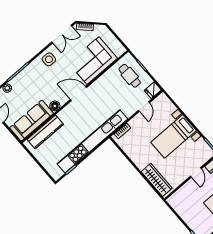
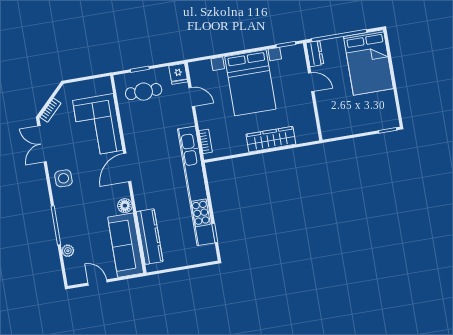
double door: (62, 34) -> (42, 144), swing flipped
bed with nightstands: (174, 136) -> (250, 83), width x1.36
wardrobe: (157, 180) -> (271, 139), moved

